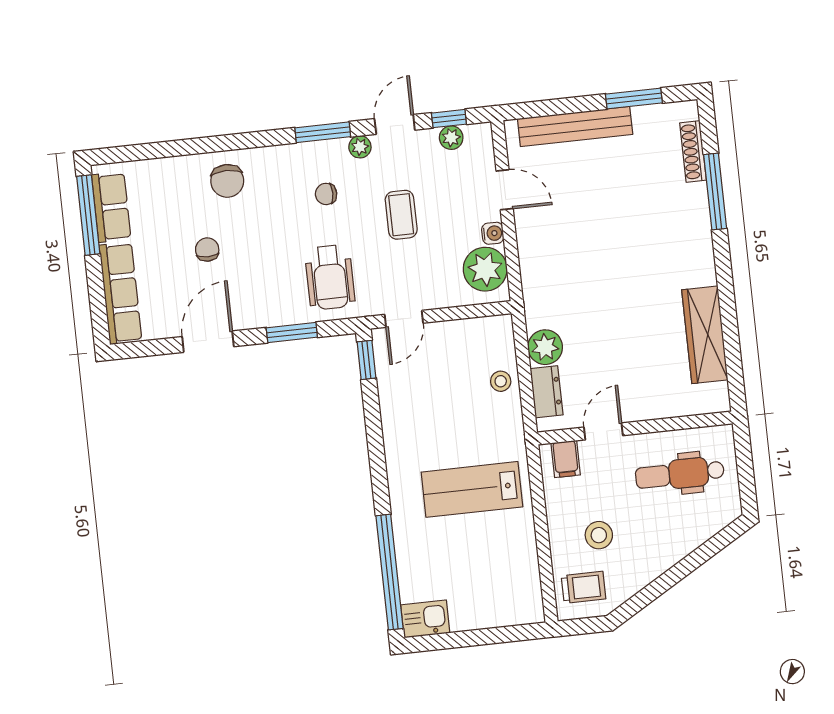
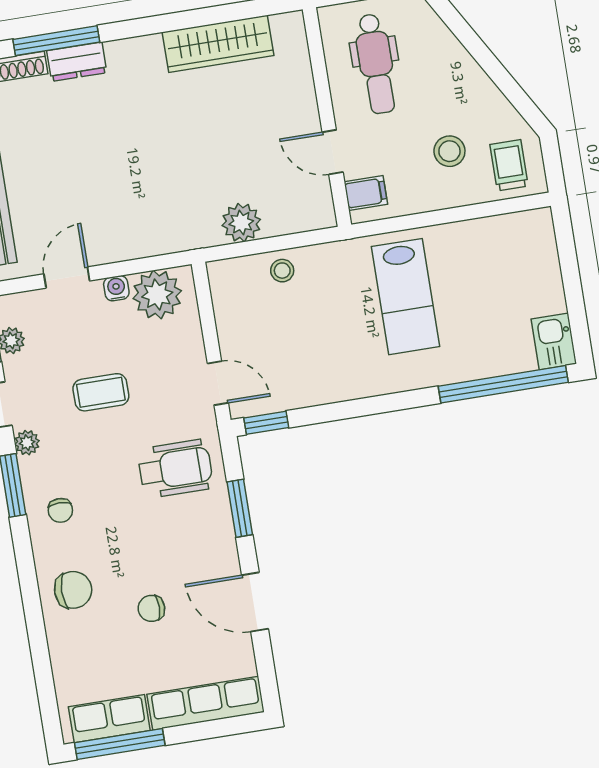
chair: (326, 194) -> (60, 510), moved
dresser: (547, 392) -> (77, 62), moved, turned 180

